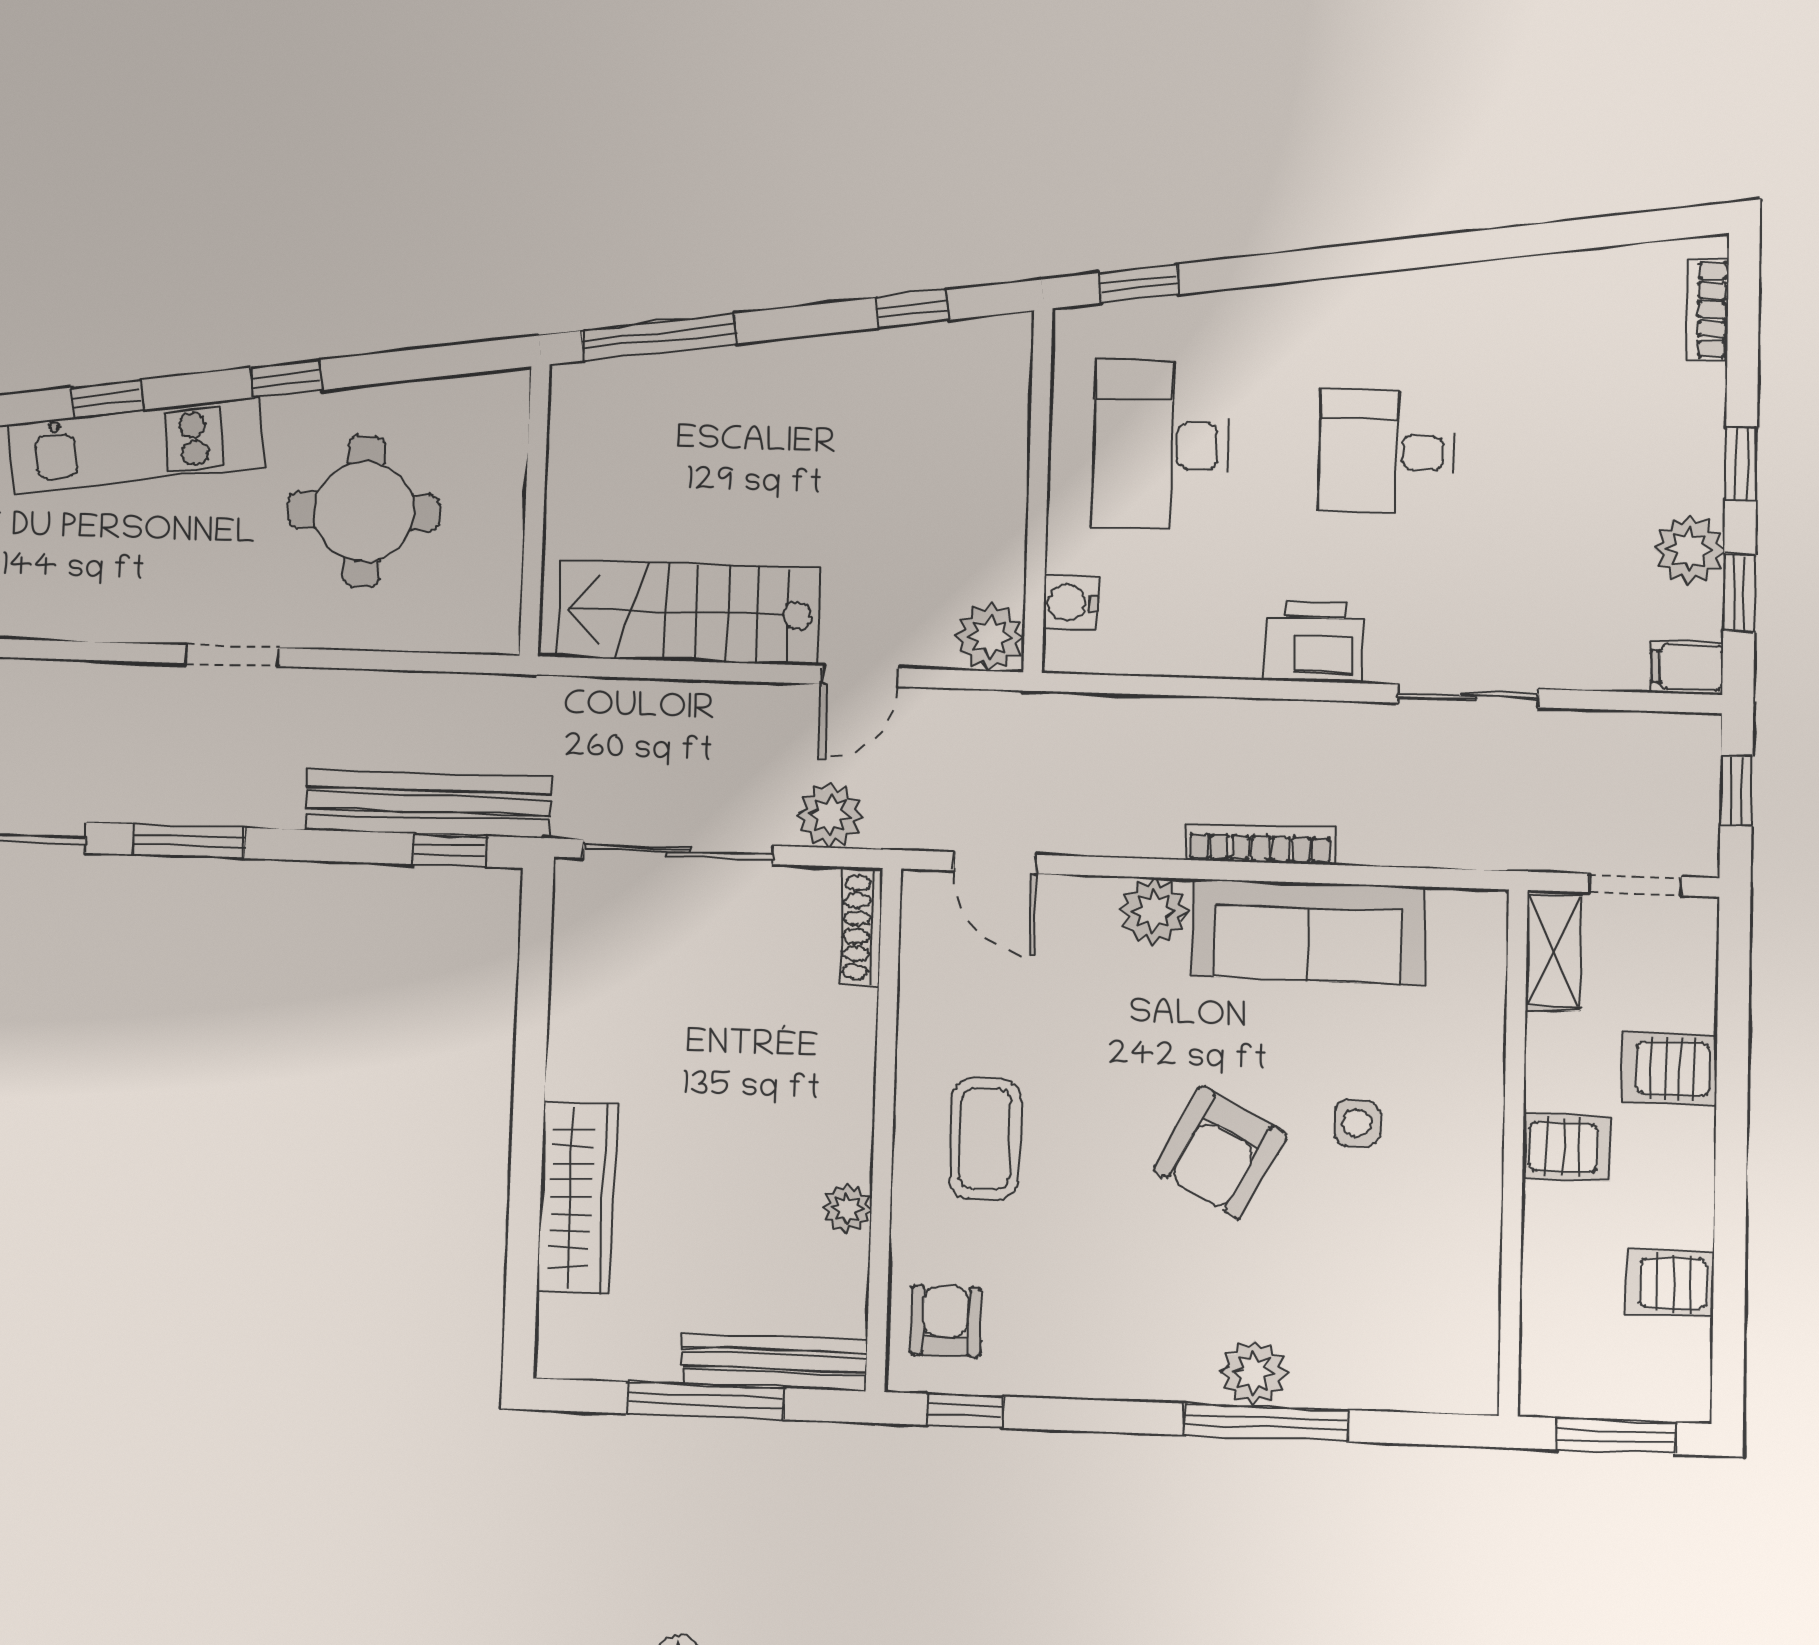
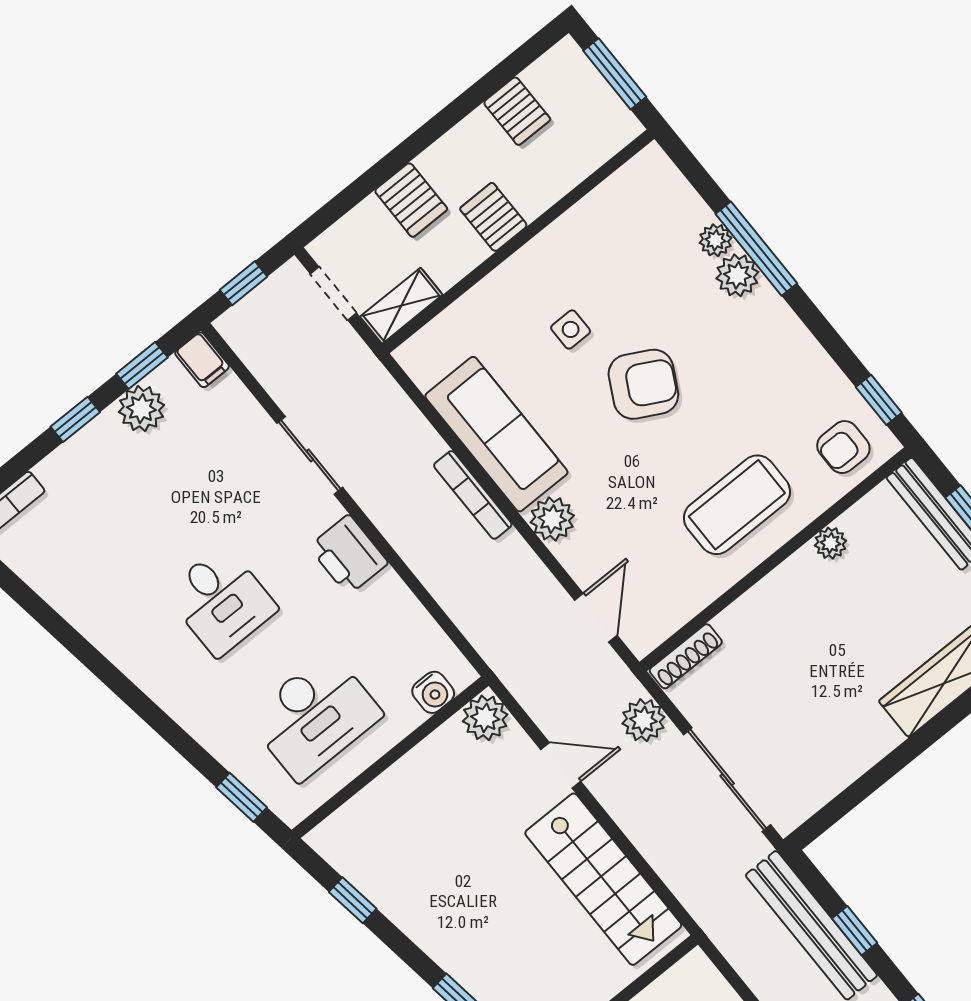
window: (450, 850) -> (855, 931), moved
coffee table: (985, 1139) -> (737, 505), width x1.36, depth x1.32
plant: (1317, 1383) -> (715, 240), added

